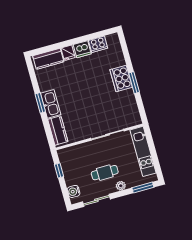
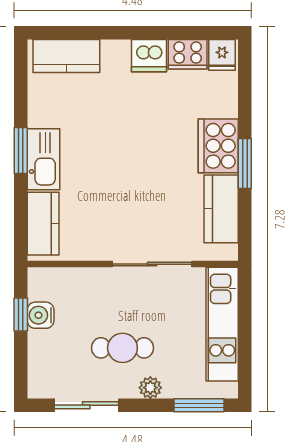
fridge: (68, 53) -> (222, 55), moved
kitchen counter: (130, 104) -> (221, 209), added
water cooler: (74, 191) -> (41, 315), moved

